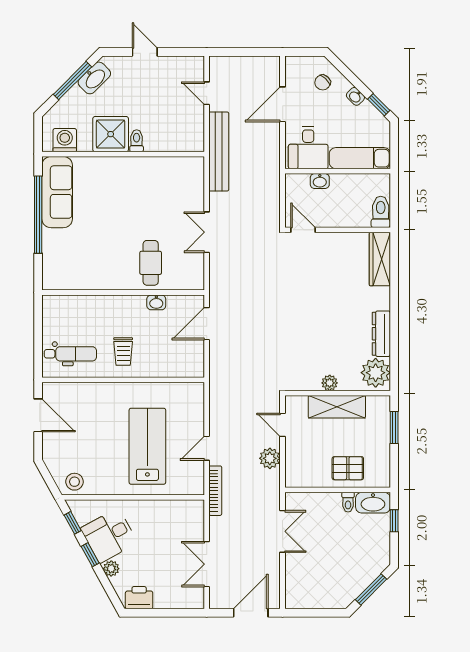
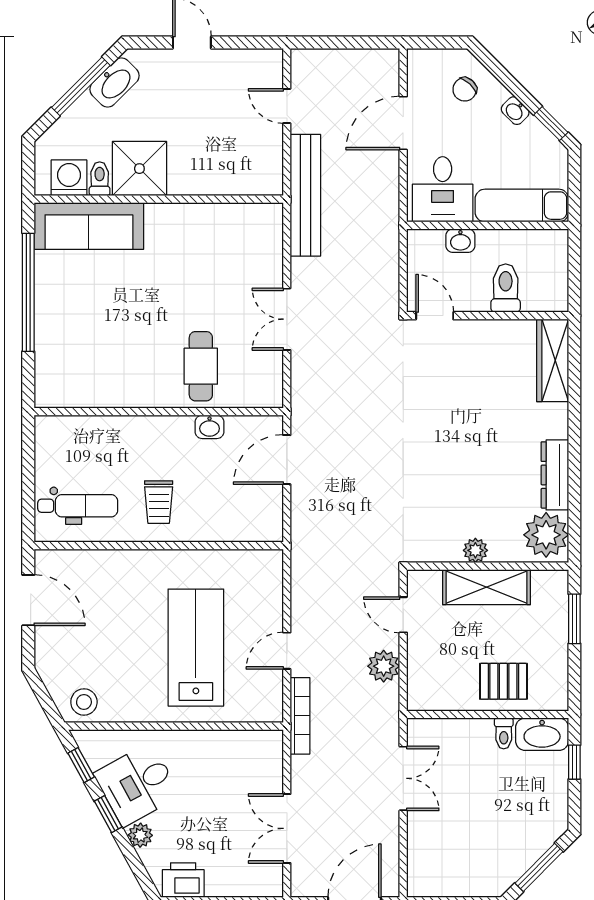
toilet: (137, 141) -> (100, 179), moved
sofa: (57, 192) -> (89, 226), moved, turned 90
toilet: (381, 212) -> (506, 288), moved

